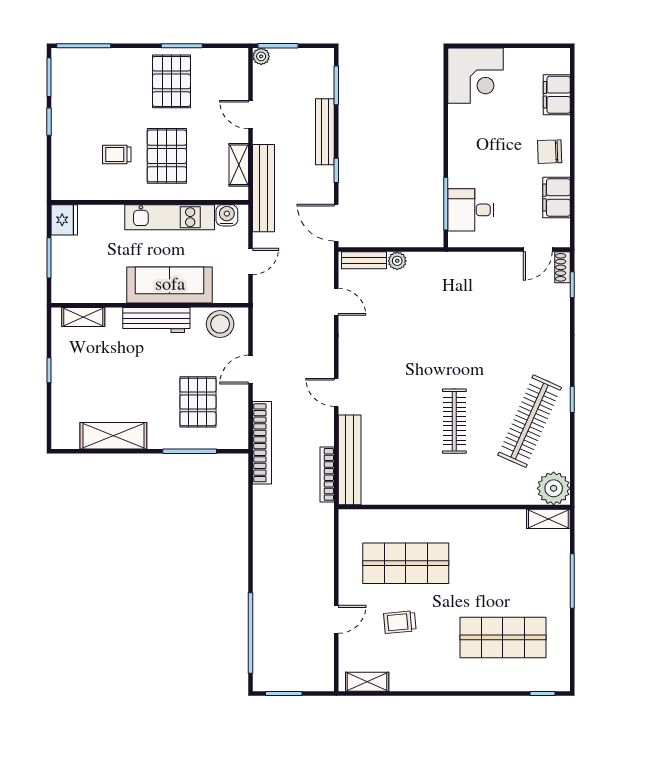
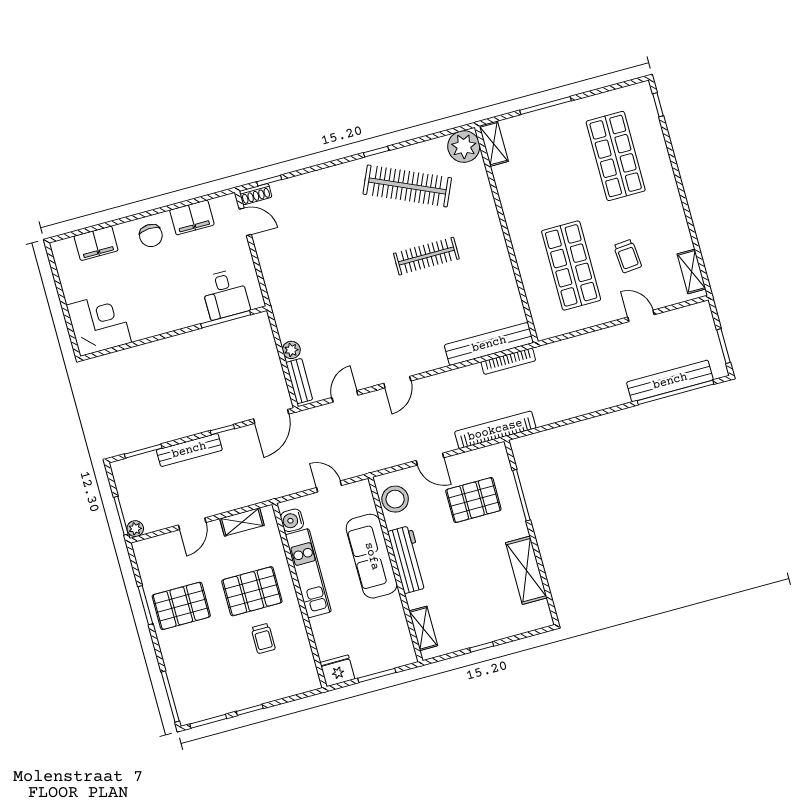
bench: (264, 188) -> (670, 381), moved
door: (336, 392) -> (397, 382), moved

